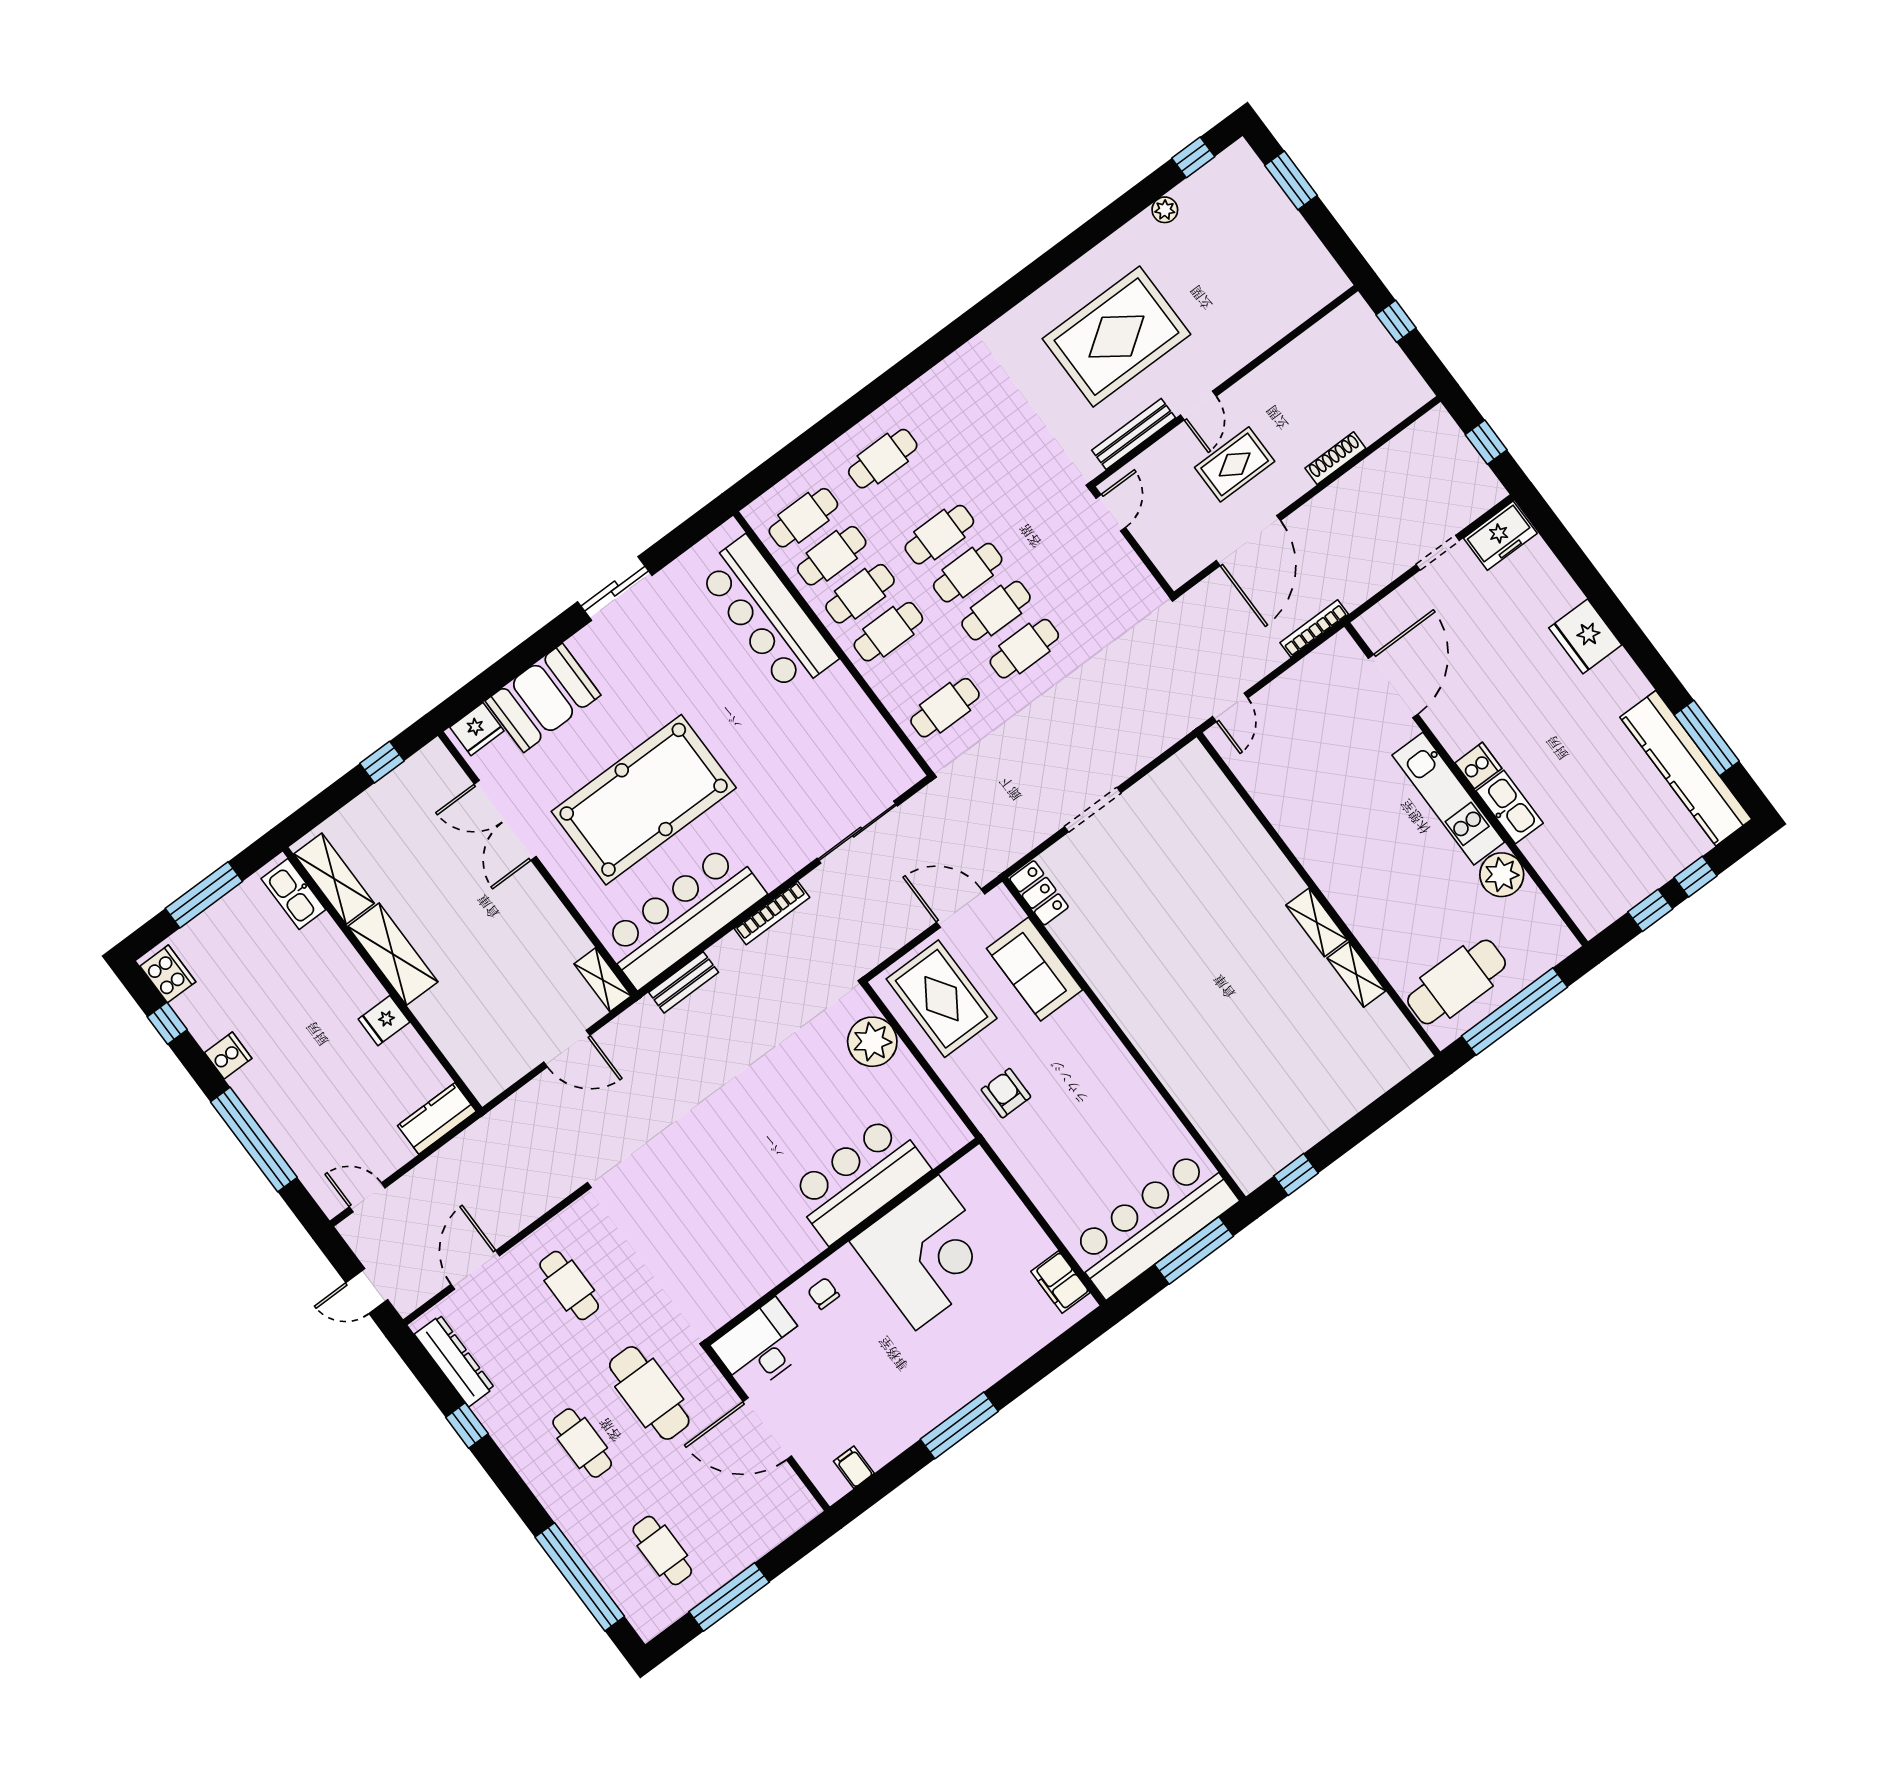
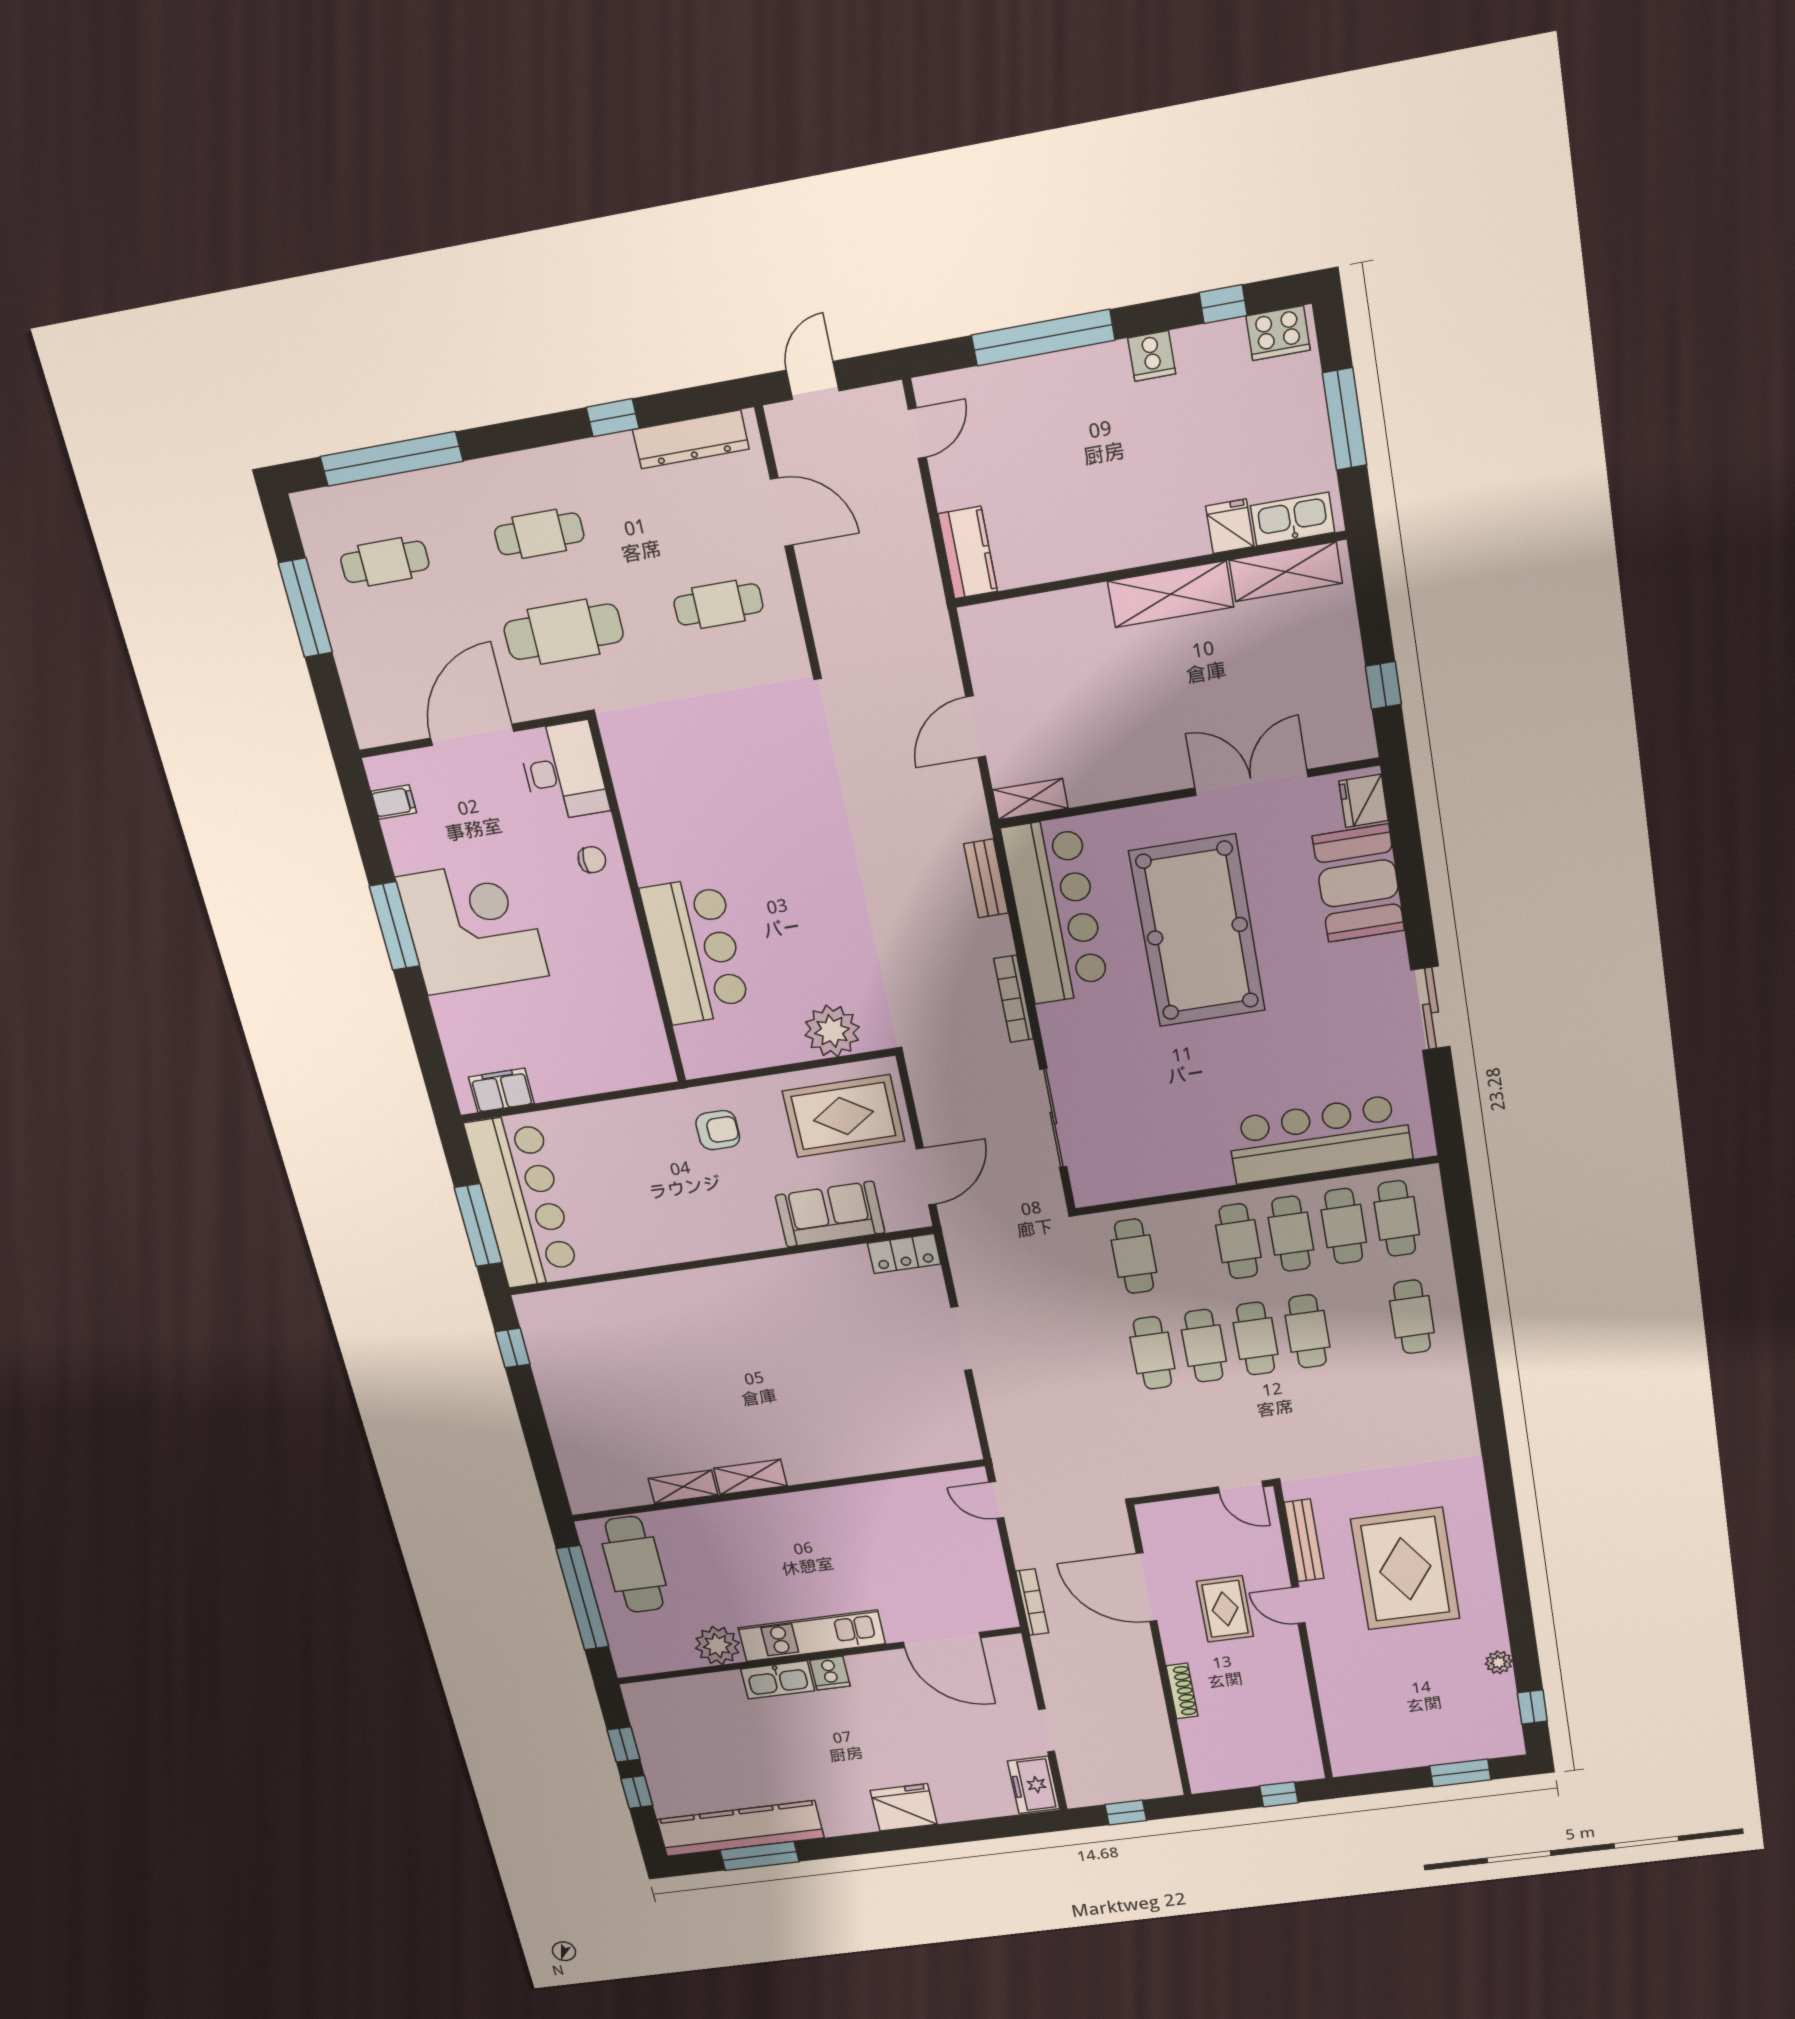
fridge: (384, 1021) -> (1230, 526), moved
corner desk: (927, 1253) -> (472, 927), moved, turned 180

